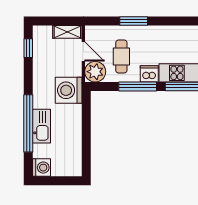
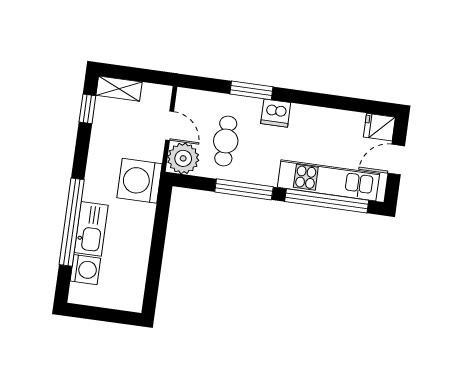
shelving: (67, 32) -> (119, 89), moved
dishwasher: (149, 74) -> (276, 113), moved, turned 180
washing machine: (41, 168) -> (85, 270), moved

